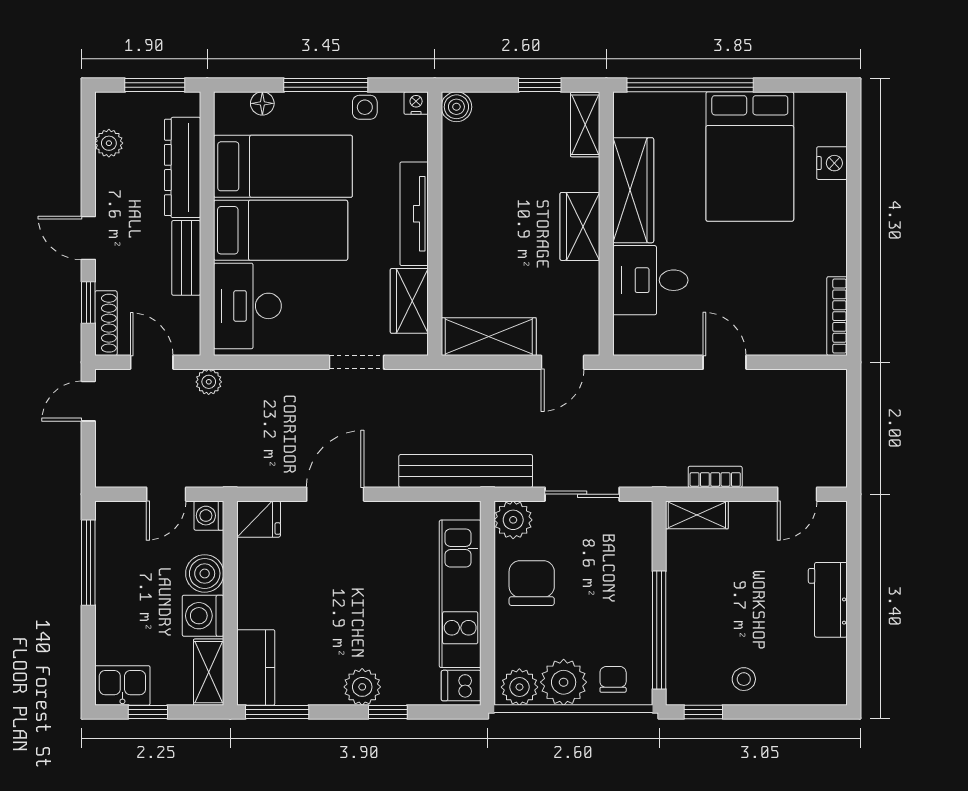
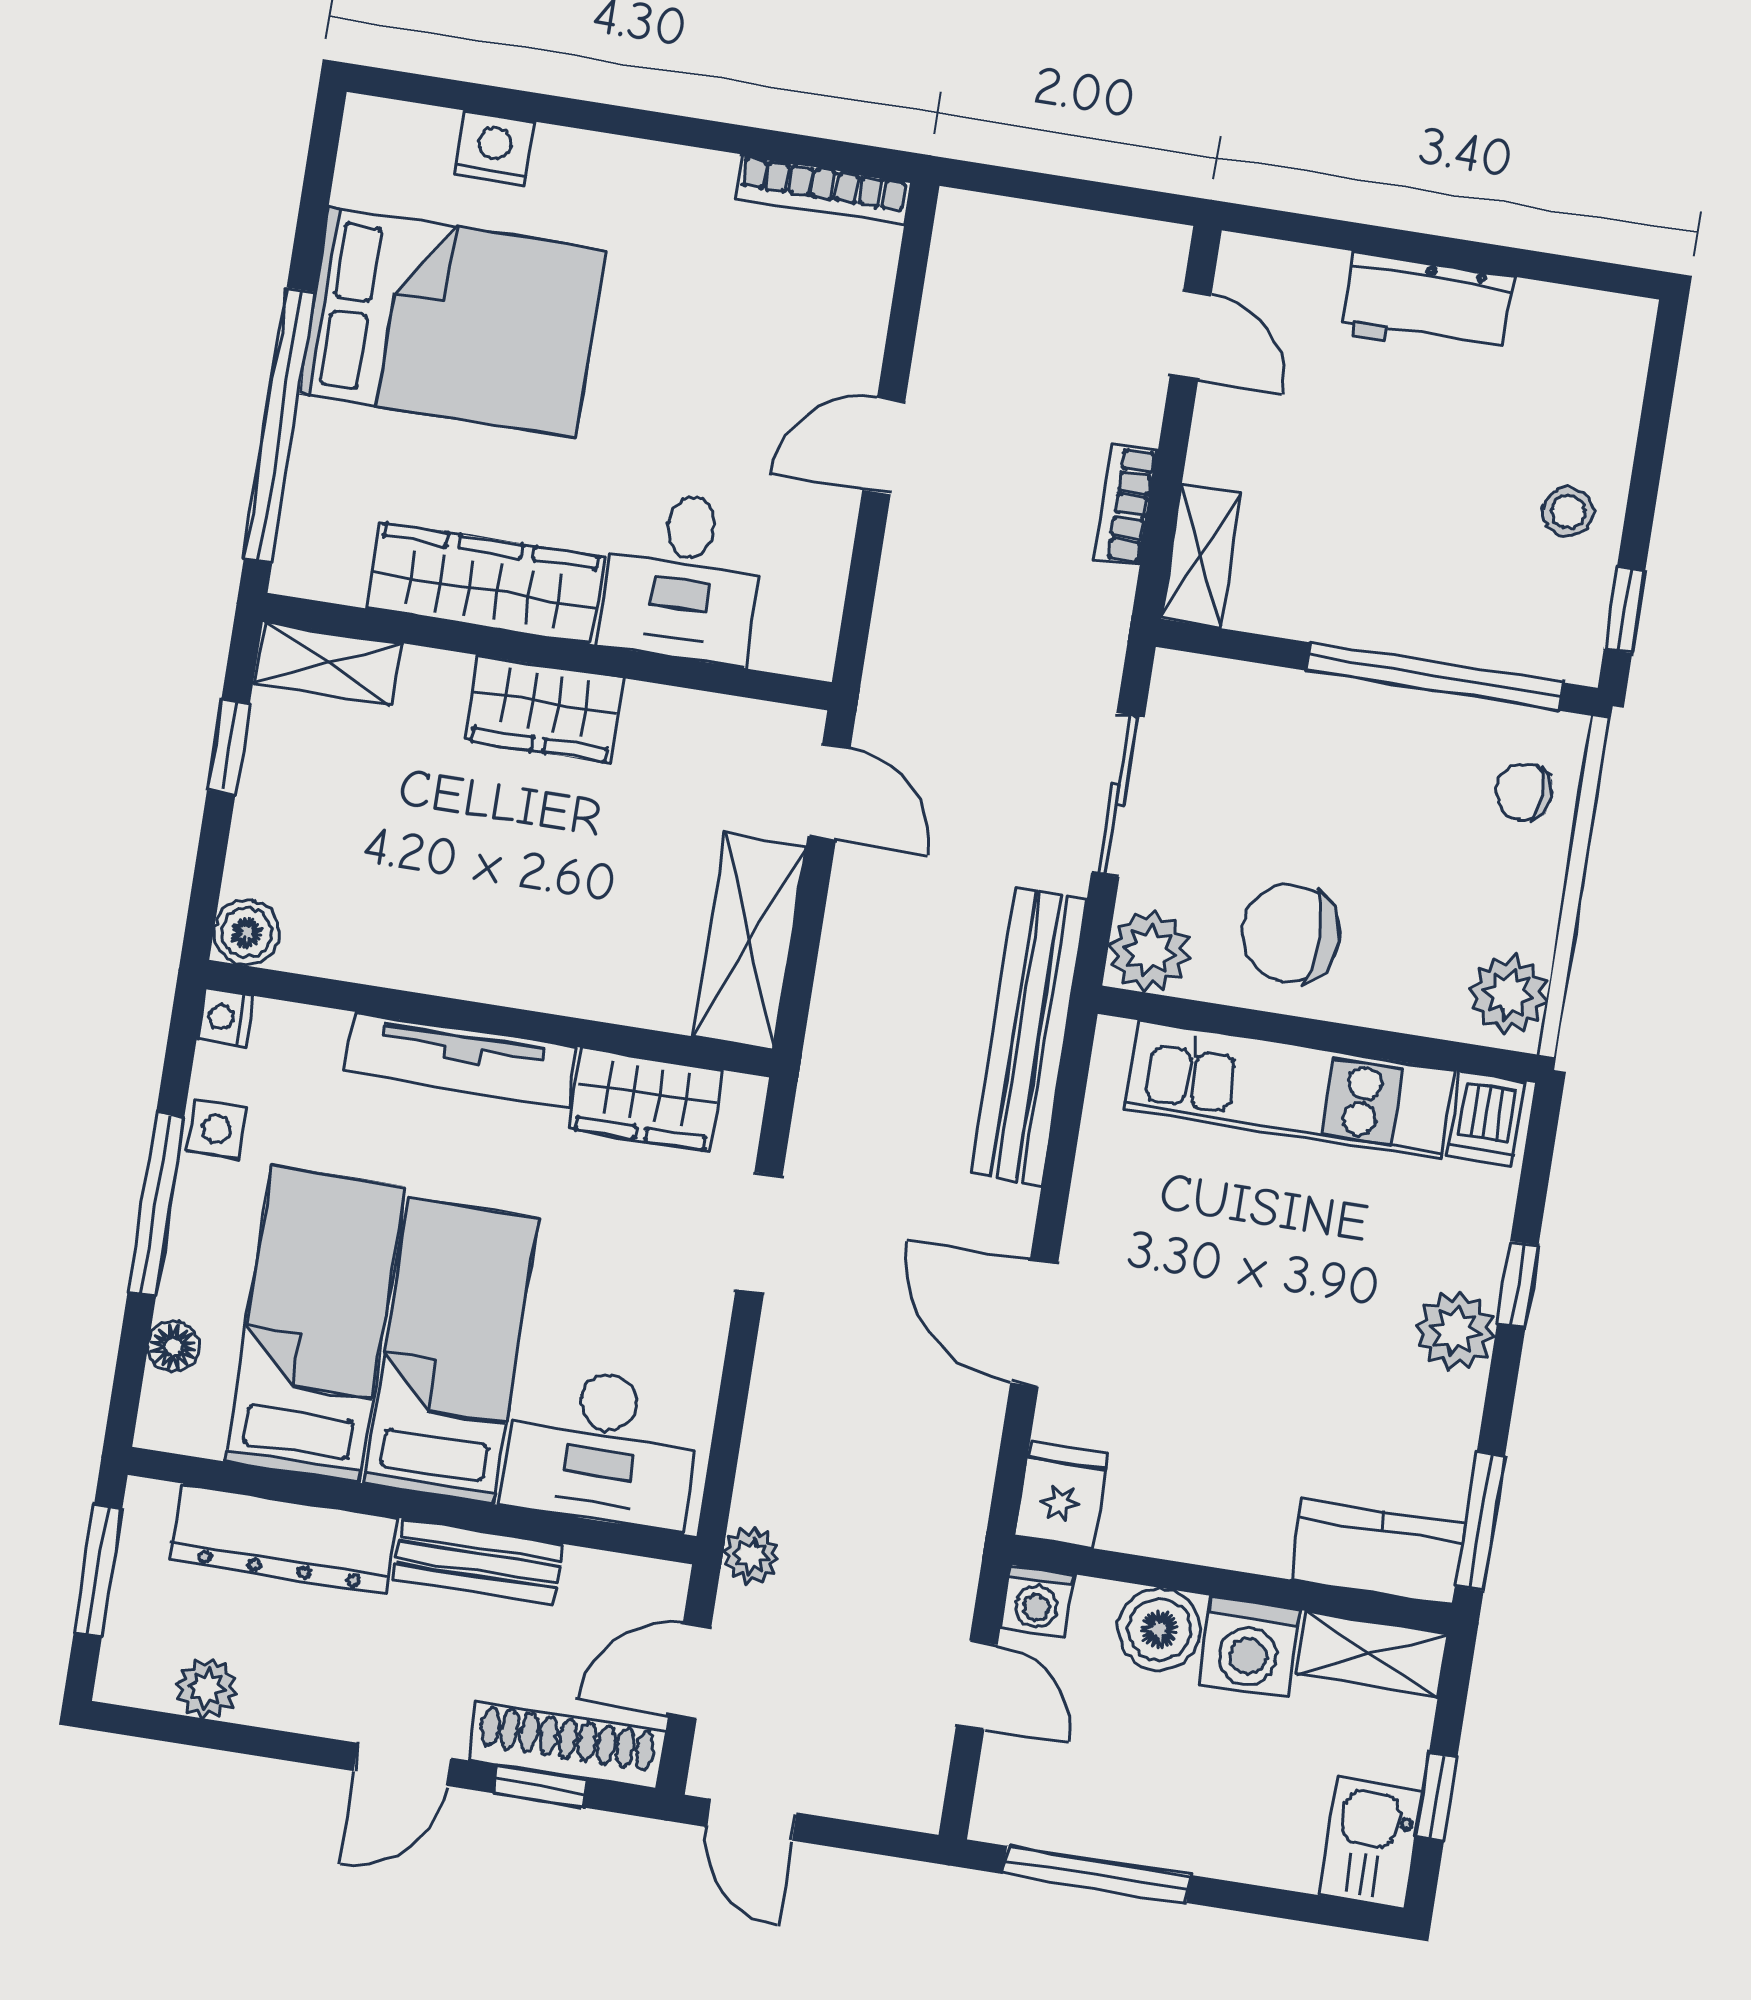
shoe rack: (106, 323) -> (566, 1746), width x1.36, depth x1.24
plant: (564, 682) -> (1514, 898), removed

